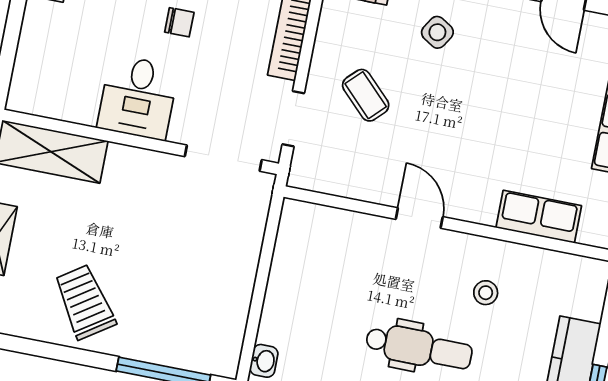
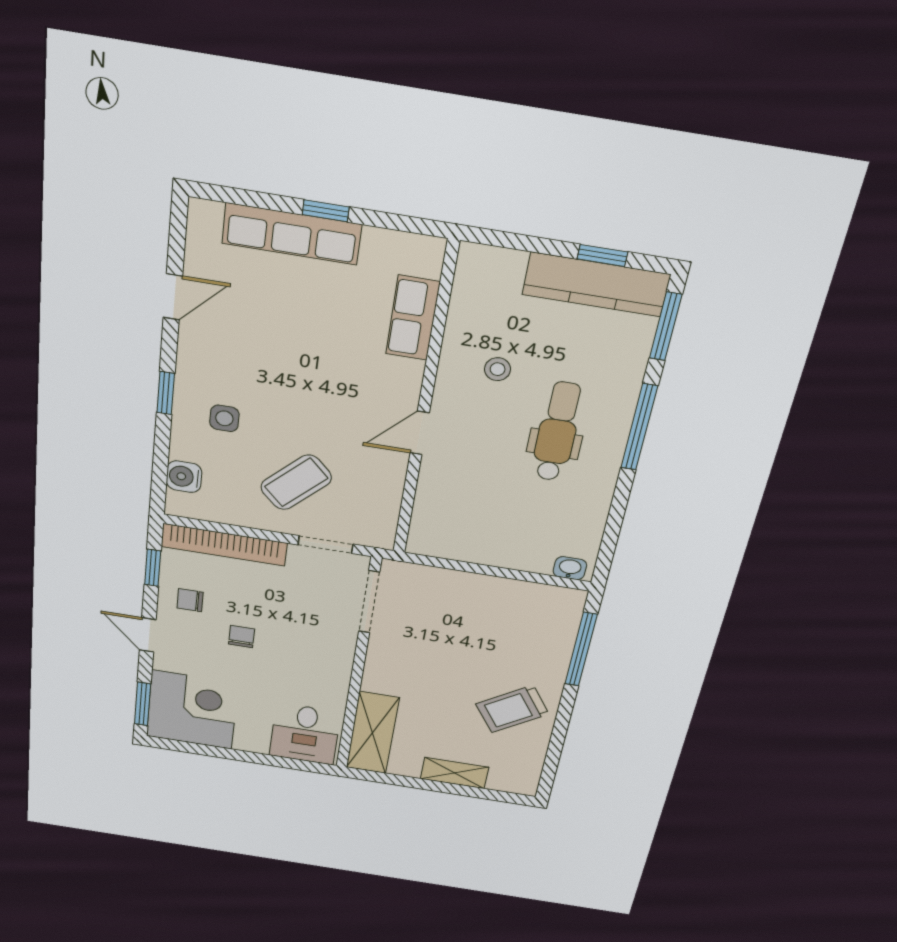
side table: (437, 32) -> (224, 418), turned -32
coffee table: (366, 95) -> (296, 482), width x1.36, depth x1.30
desk: (138, 97) -> (305, 734), moved, turned 90

